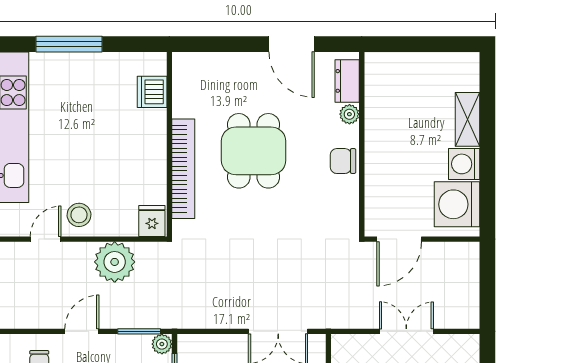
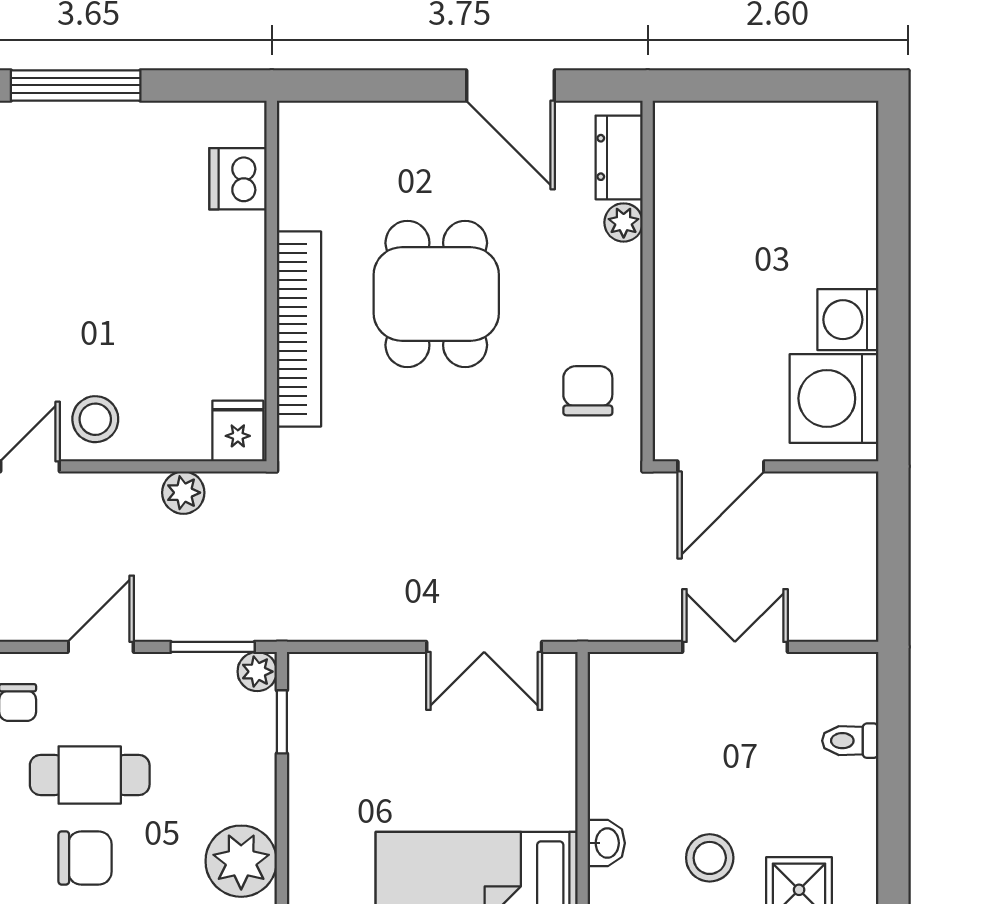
shelving: (468, 119) -> (855, 232), removed
chair: (343, 161) -> (588, 391), moved, turned 90
plant: (115, 262) -> (183, 493), width x0.53, depth x0.53

